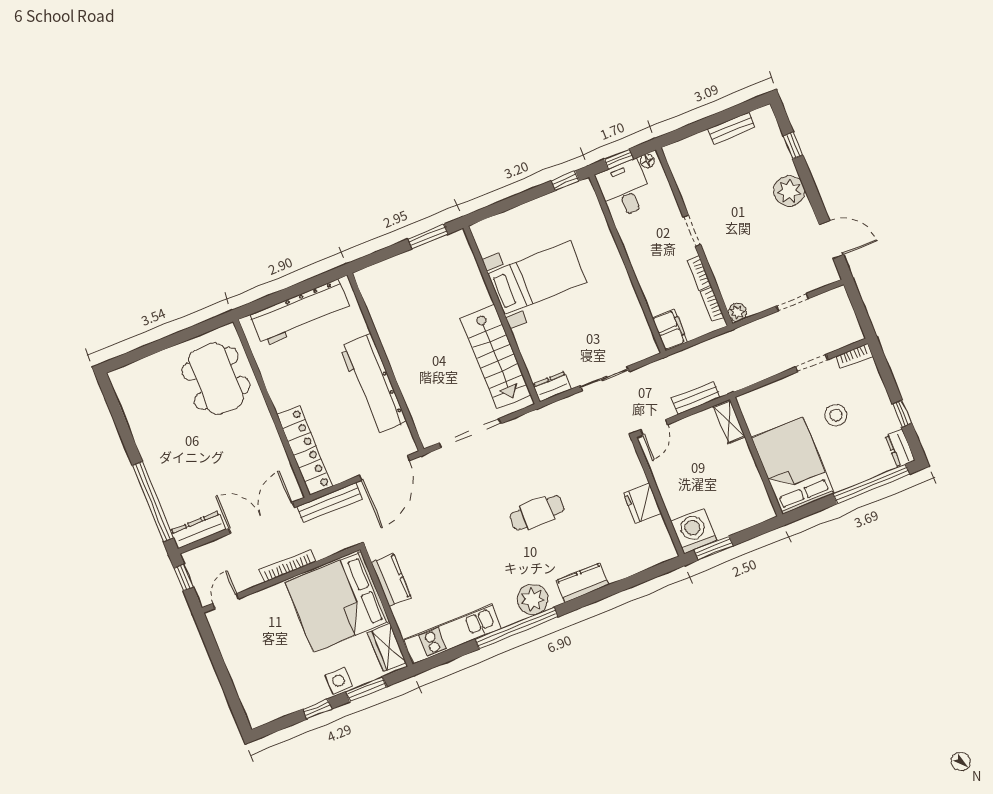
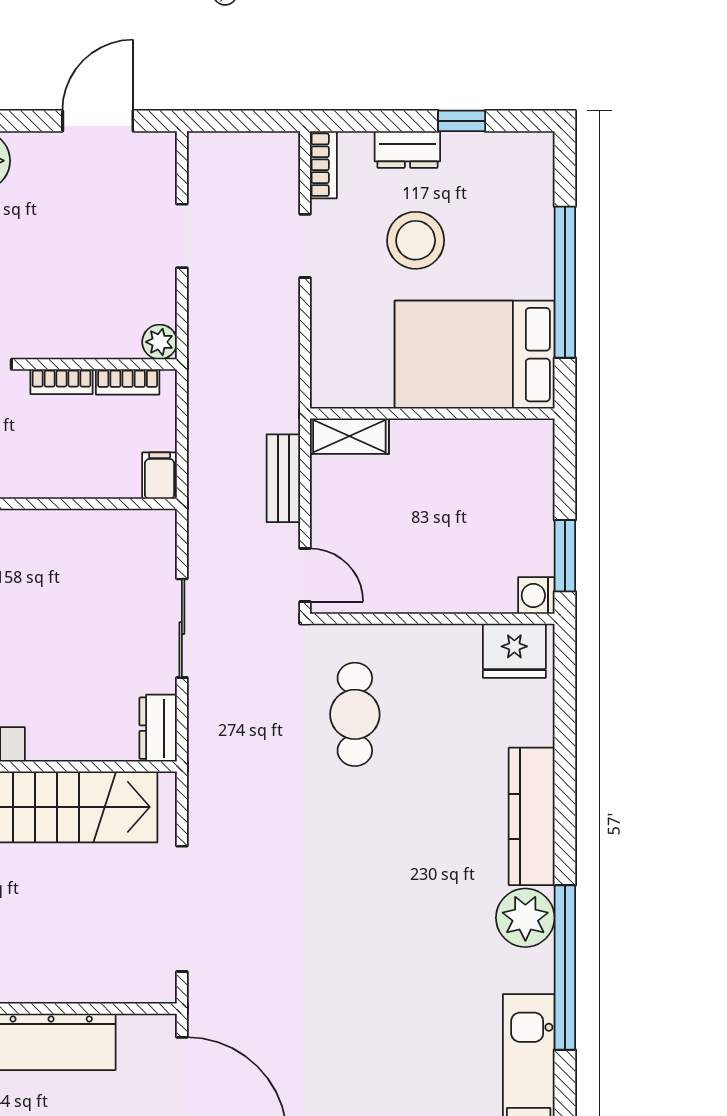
filing cabinet: (670, 330) -> (160, 476), width x0.50
stool: (836, 415) -> (416, 240), width x1.38, depth x1.38
dresser: (900, 448) -> (407, 150), moved
window: (871, 484) -> (565, 282), moved
fridge: (643, 503) -> (514, 651), moved
cafe table: (537, 513) -> (355, 714), moved
washing machine: (694, 531) -> (536, 596), width x0.53, depth x0.53
kitchen counter: (582, 583) -> (532, 816), width x1.50

